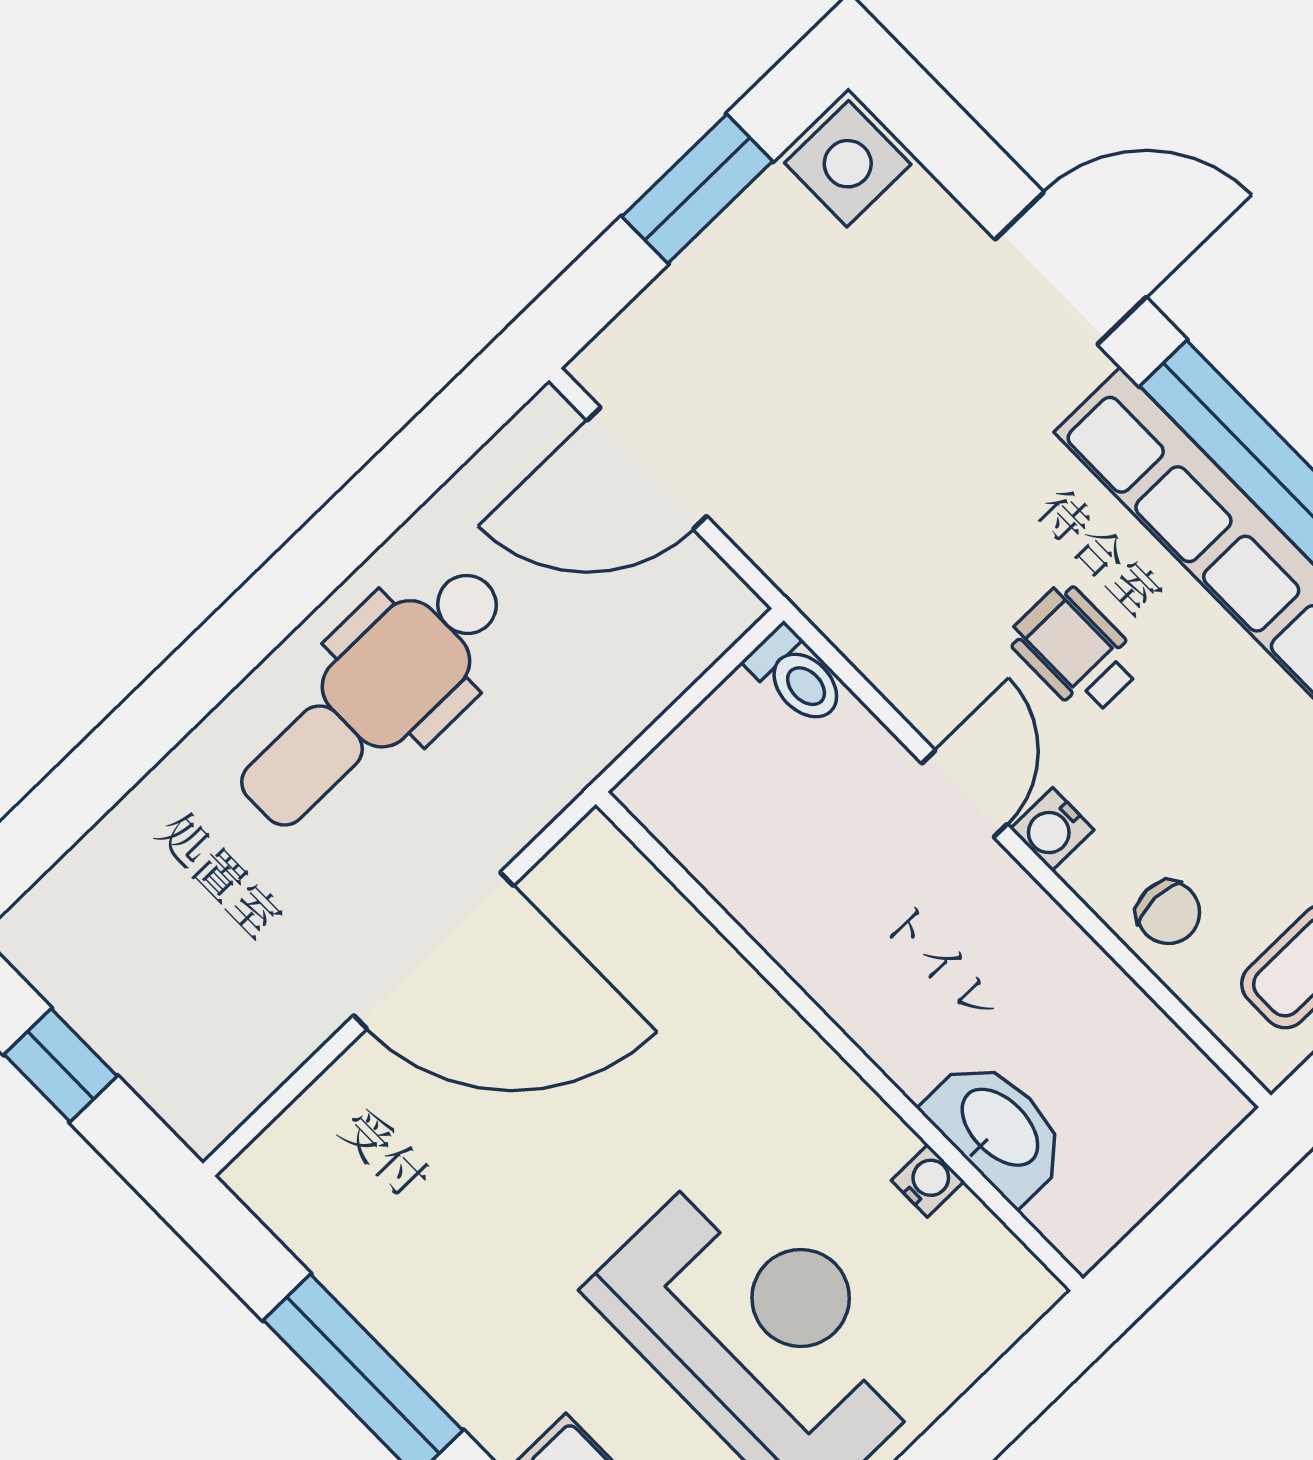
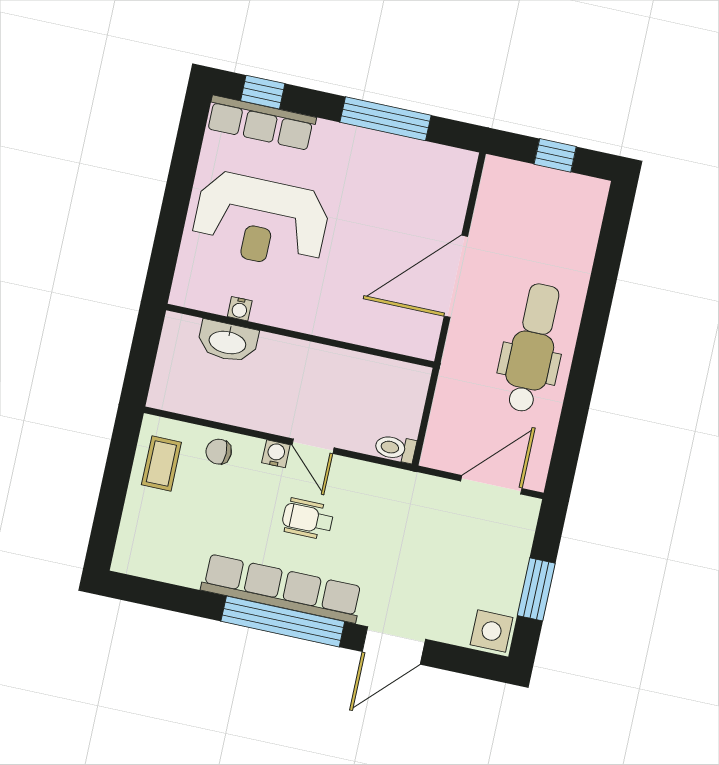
wheelchair: (1076, 650) -> (308, 519), turned 180

